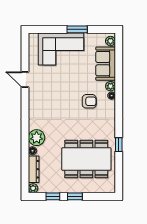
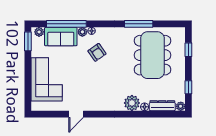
window: (77, 29) -> (28, 41), moved
window: (119, 69) -> (66, 24), added
armchair: (89, 101) -> (97, 52), turned 145
window: (119, 145) -> (139, 24), width x2.17
window: (75, 196) -> (188, 50), moved

